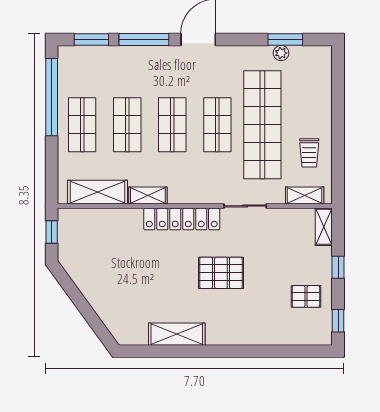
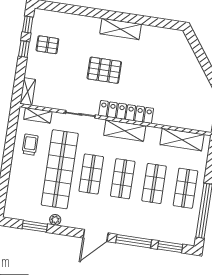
plant: (281, 53) -> (55, 220), moved
shelving: (148, 195) -> (125, 131), moved, width x1.50, depth x1.33
window: (338, 267) -> (24, 49), moved
shelving: (177, 334) -> (121, 29), moved

